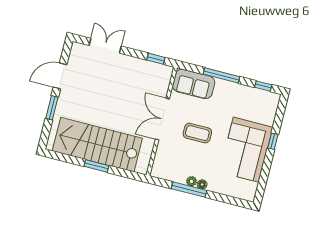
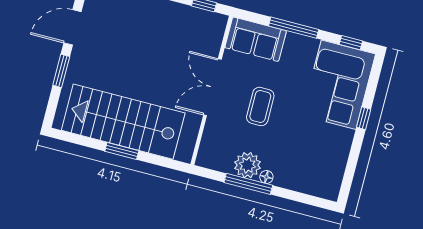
coffee table: (197, 133) -> (260, 106), turned 90
corner sofa: (246, 150) -> (339, 85), moved
plant: (191, 181) -> (247, 165), width x1.88, depth x1.88

